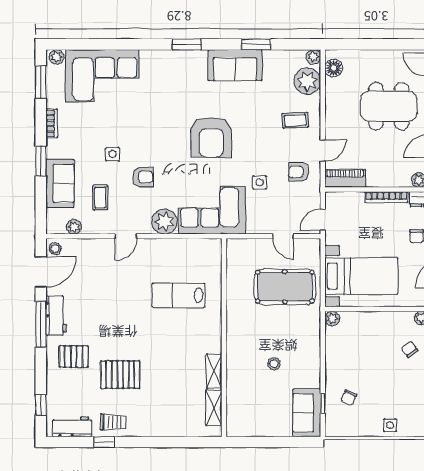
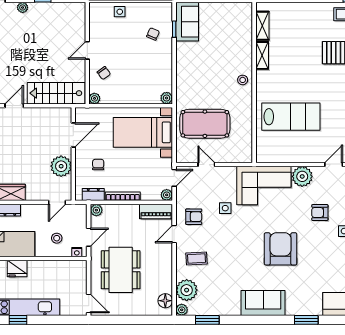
window: (187, 44) -> (306, 320), moved
window: (256, 44) -> (207, 320), moved
sofa: (235, 65) -> (263, 303), moved
dining table: (389, 106) -> (121, 270), turned 90
armchair: (211, 137) -> (281, 249), moved
plant: (332, 199) -> (167, 195), added
lab bench: (179, 295) -> (291, 117), width x1.36, depth x1.39
stool: (274, 364) -> (243, 80), moved

